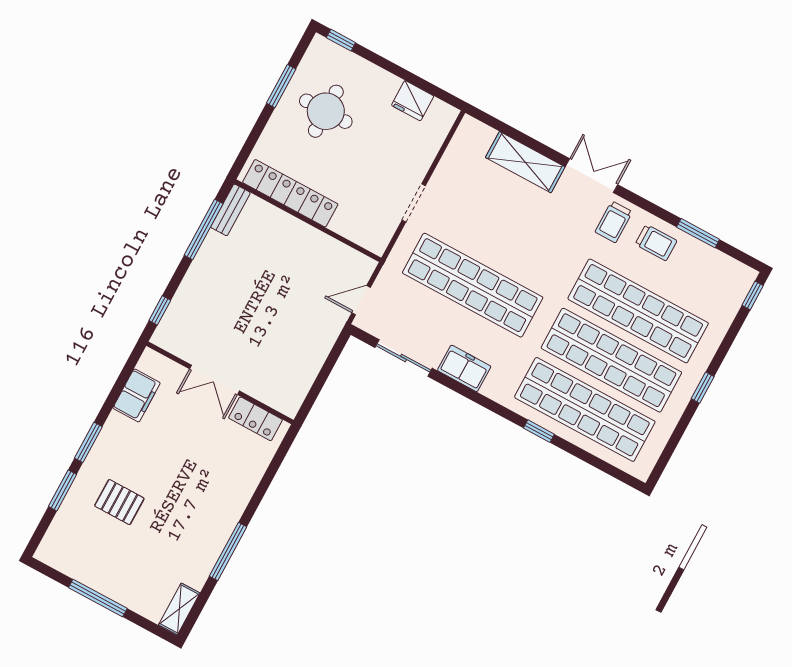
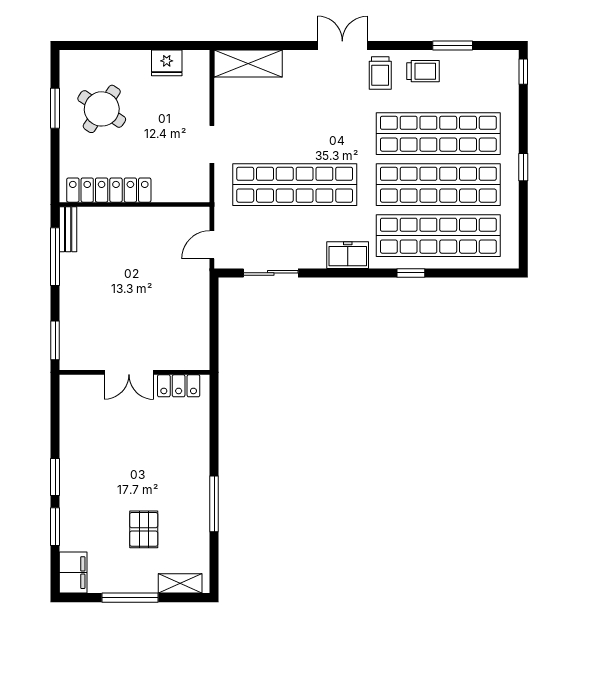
window: (341, 40) -> (83, 45), removed
round table: (326, 111) -> (102, 109), turned 34
shelving: (525, 162) -> (248, 63), moved
window: (160, 310) -> (55, 340), width x1.50
freezer: (464, 368) -> (348, 255), moved
filing cabinet: (137, 395) -> (73, 573), moved
pallet: (119, 502) -> (144, 529), moved, turned 90
shelving: (179, 609) -> (180, 583), moved, turned 90

